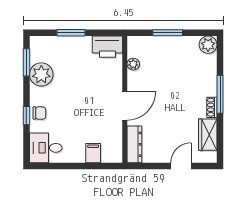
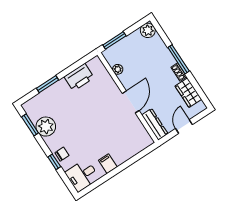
plant: (133, 64) -> (118, 69), moved
wall: (125, 99) -> (128, 97), moved
door: (125, 106) -> (131, 102), moved
dresser: (134, 144) -> (155, 124), moved
filing cabinet: (93, 153) -> (108, 164), moved

